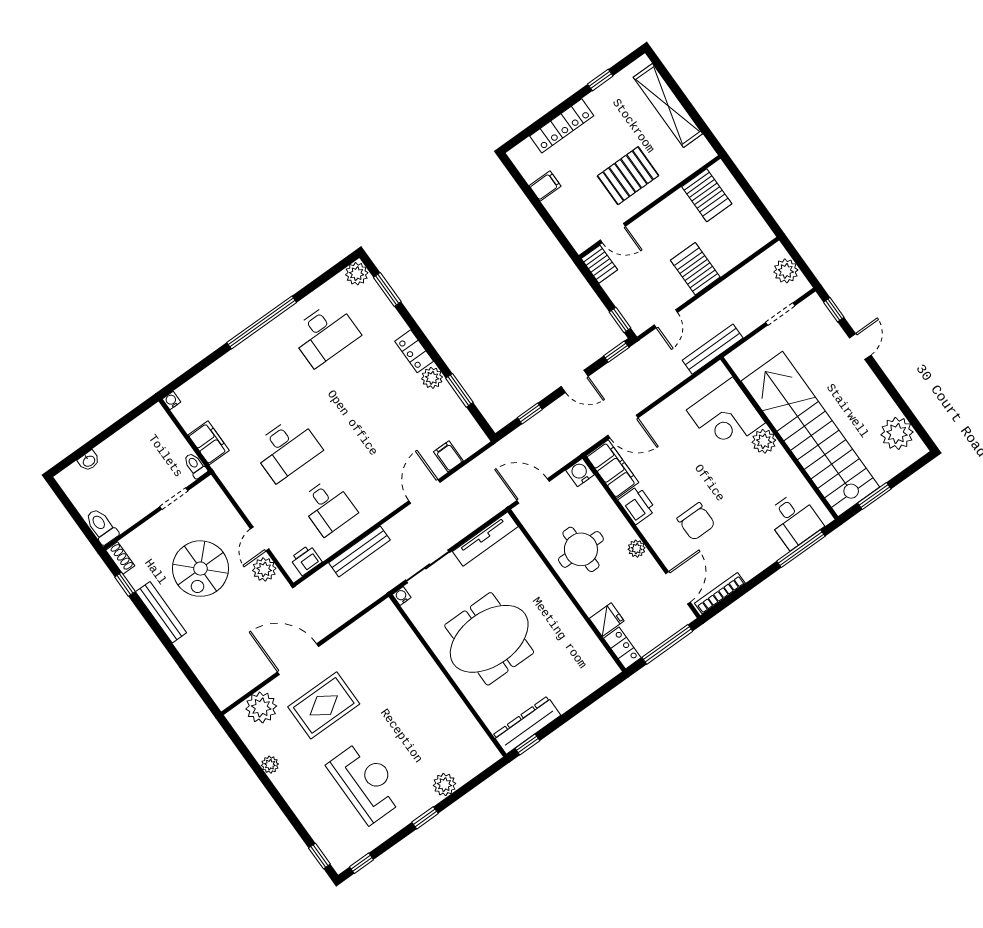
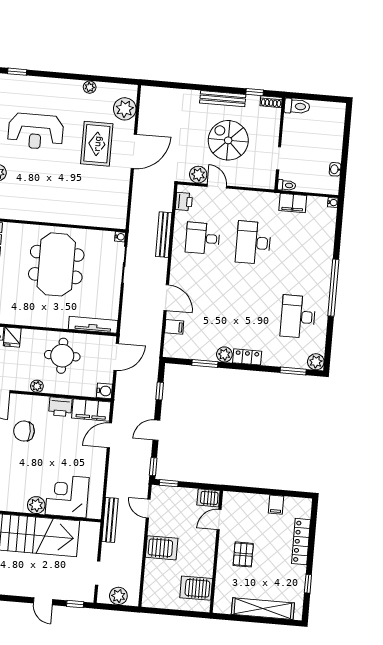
pallet: (628, 176) -> (243, 554), width x0.67, depth x0.71
washbasin: (89, 461) -> (335, 169), moved
tv unit: (485, 539) -> (93, 325), moved, turned 90

